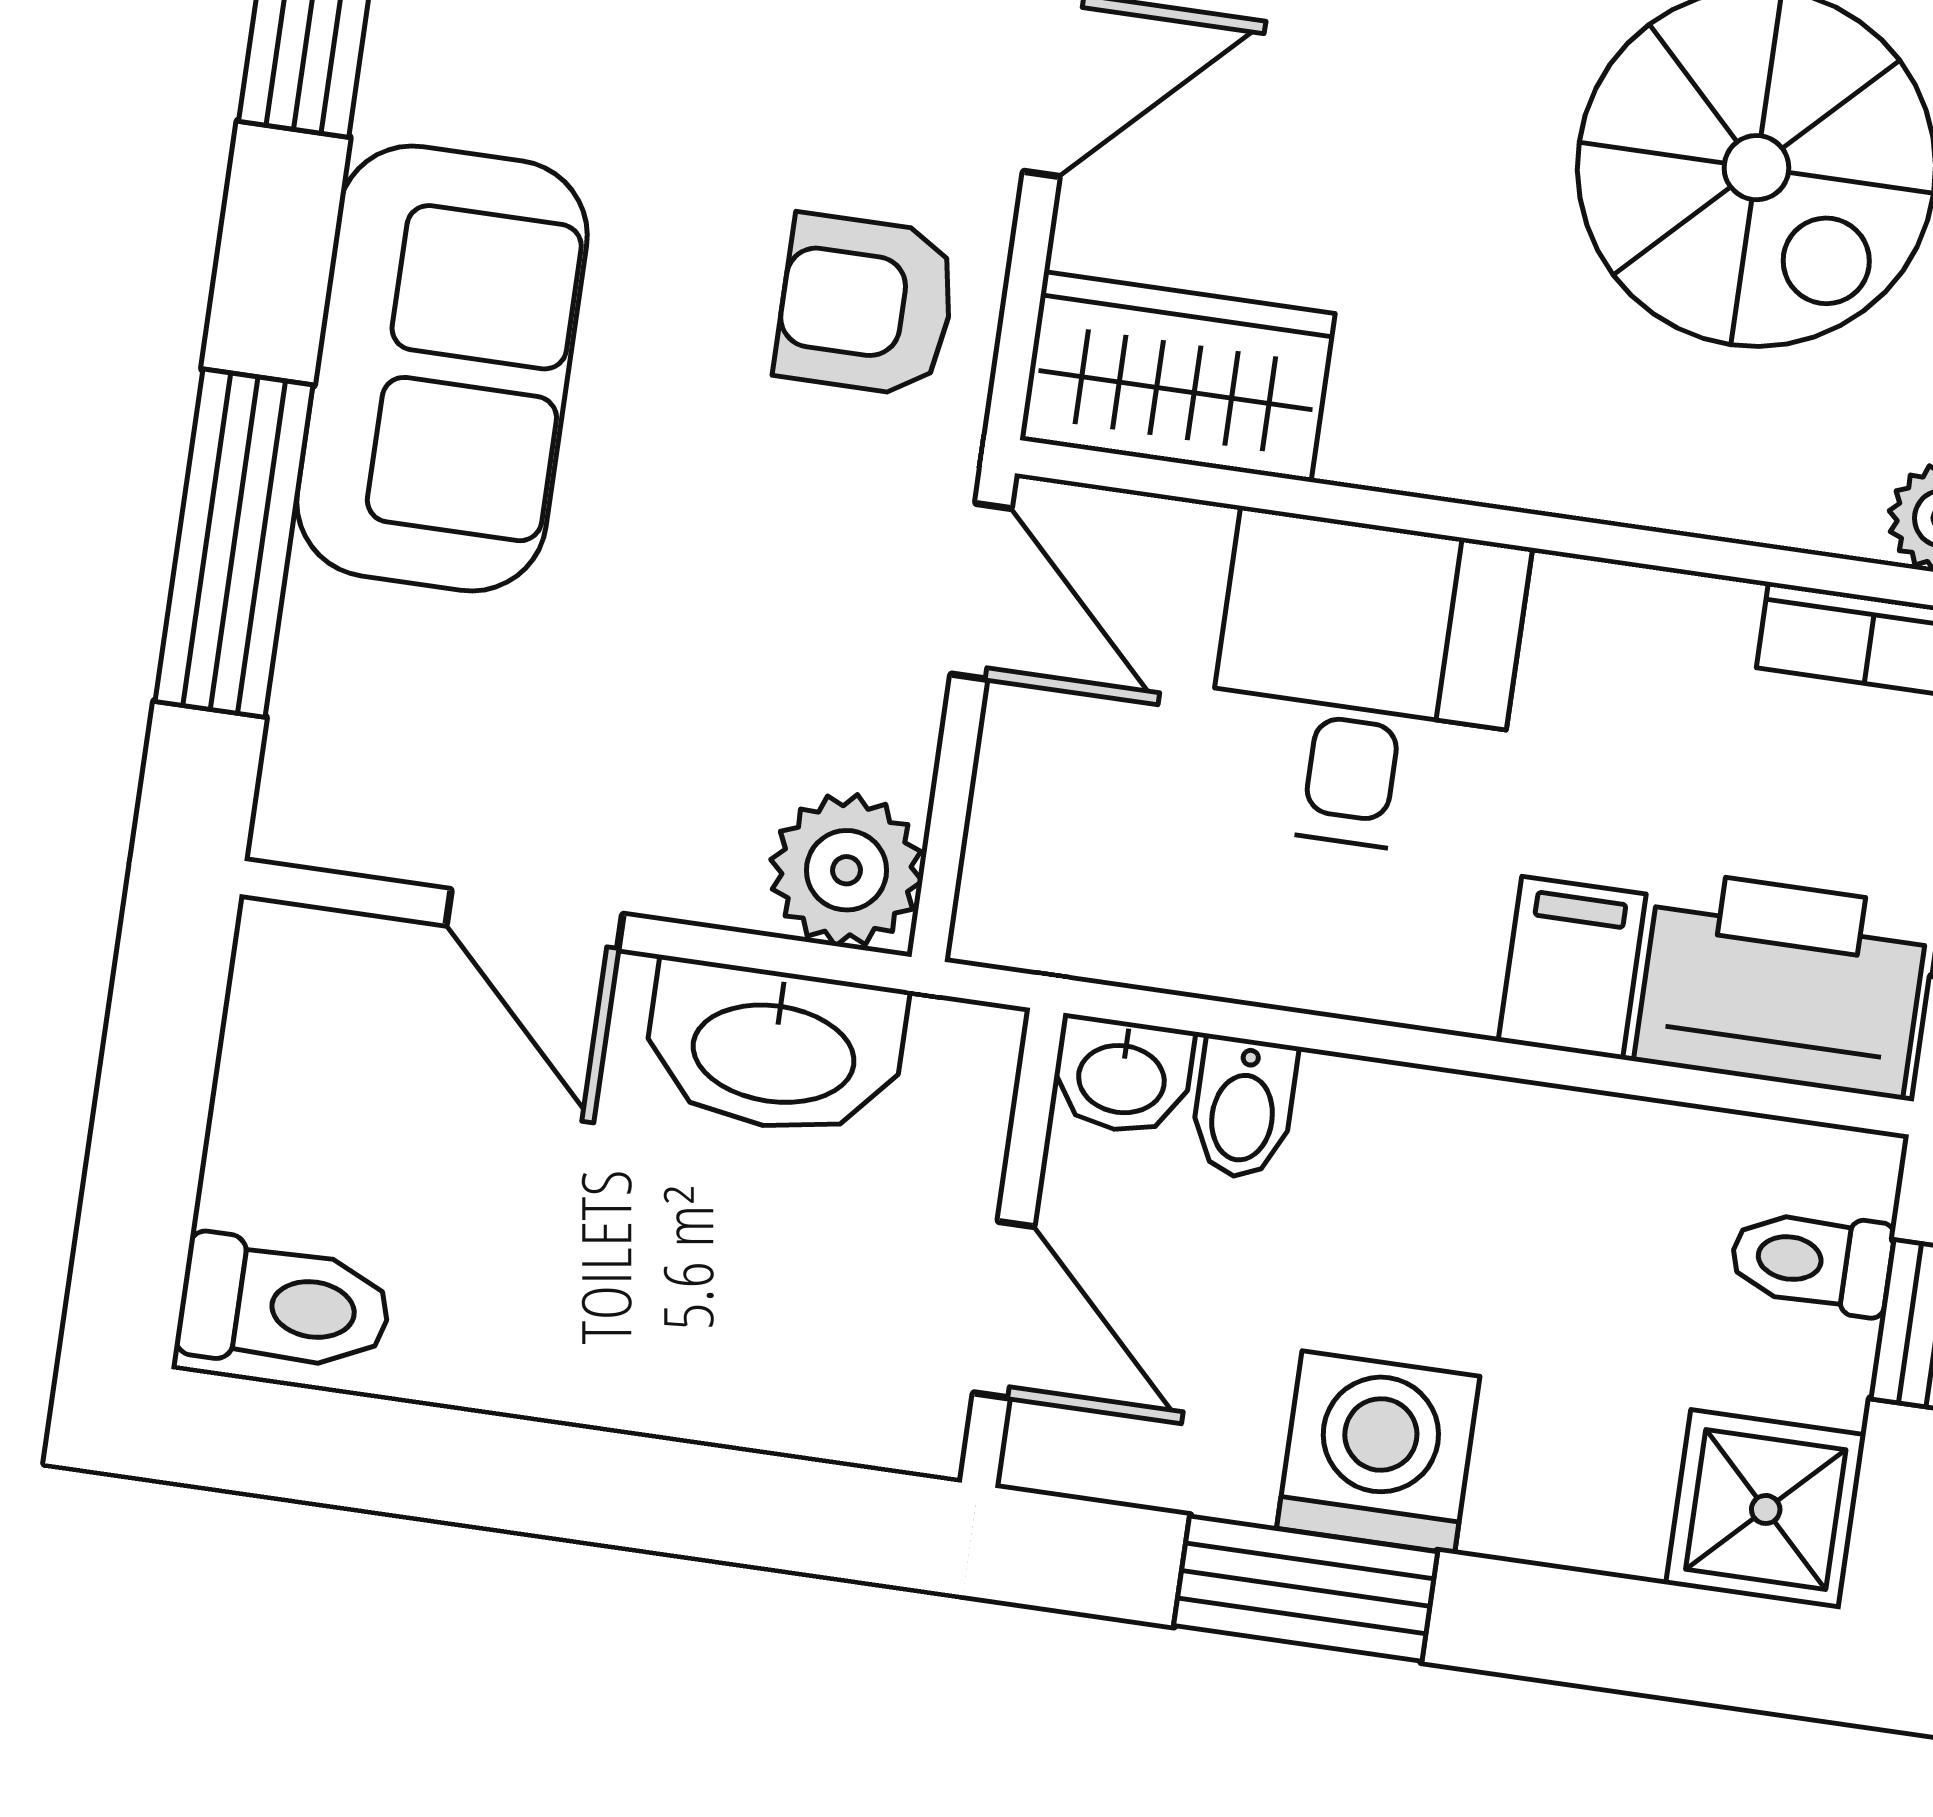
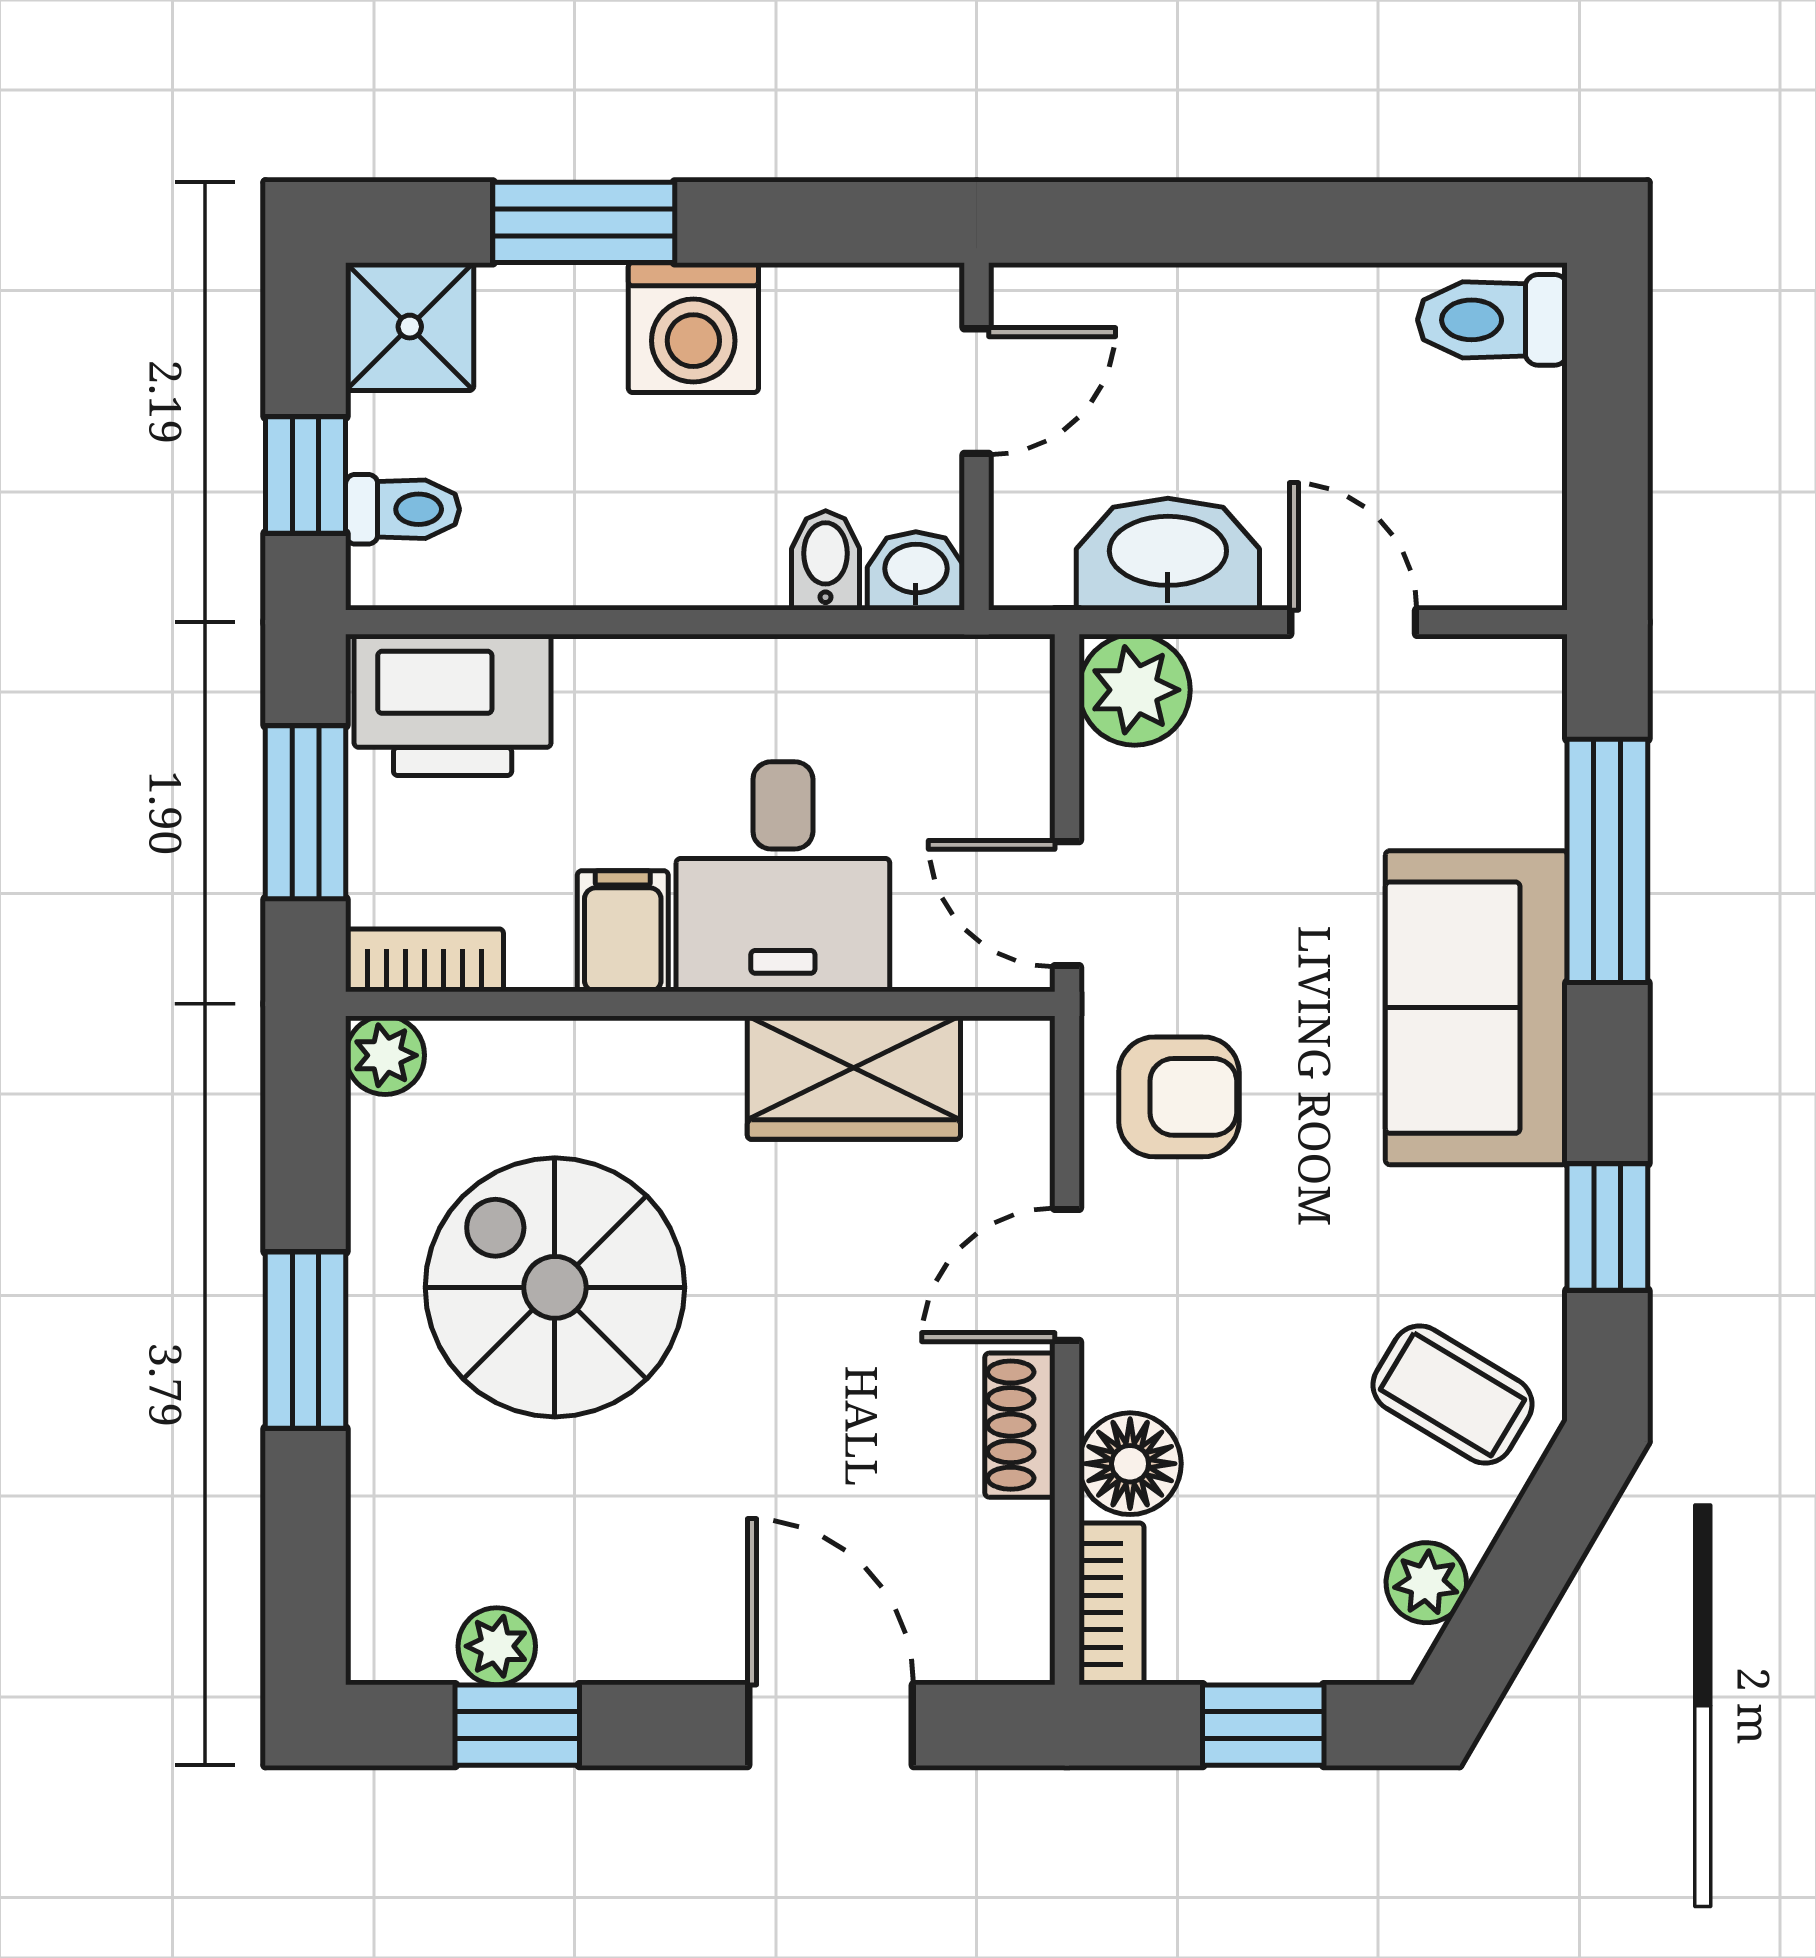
wardrobe: (1177, 377) -> (854, 1078), moved
filing cabinet: (1572, 968) -> (623, 931), moved, turned 180
door: (1004, 1310) -> (977, 391), swing flipped
window: (1306, 1589) -> (584, 222), moved

